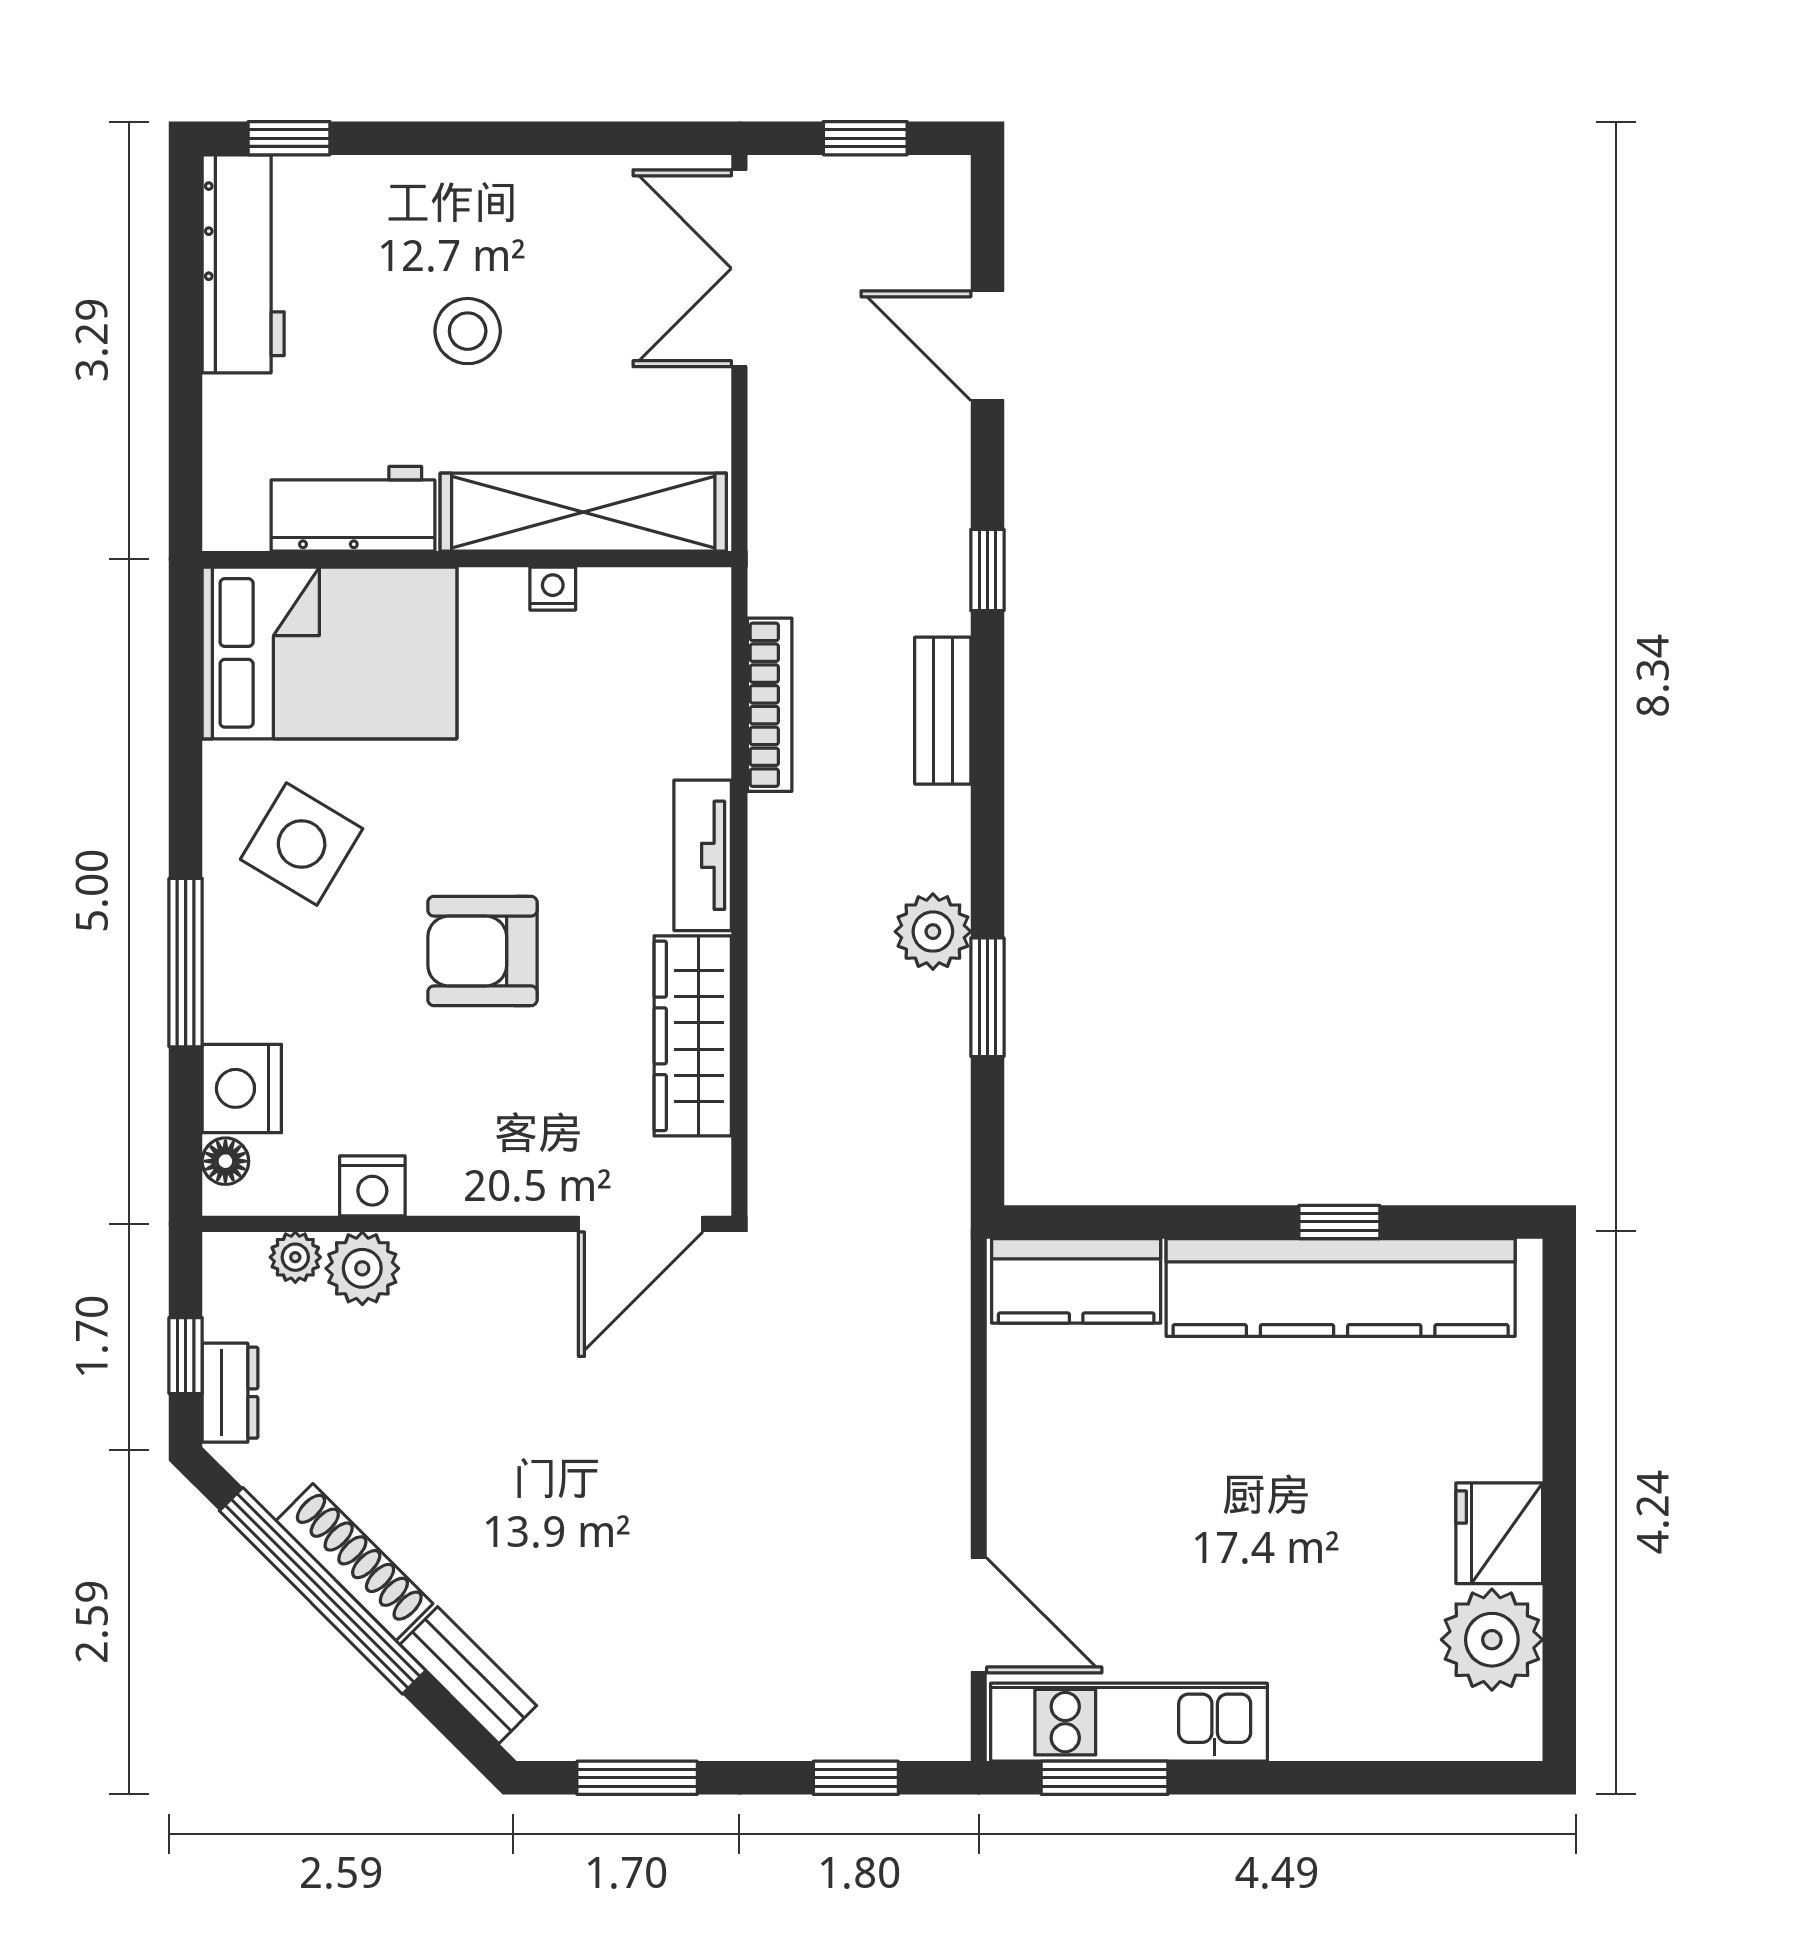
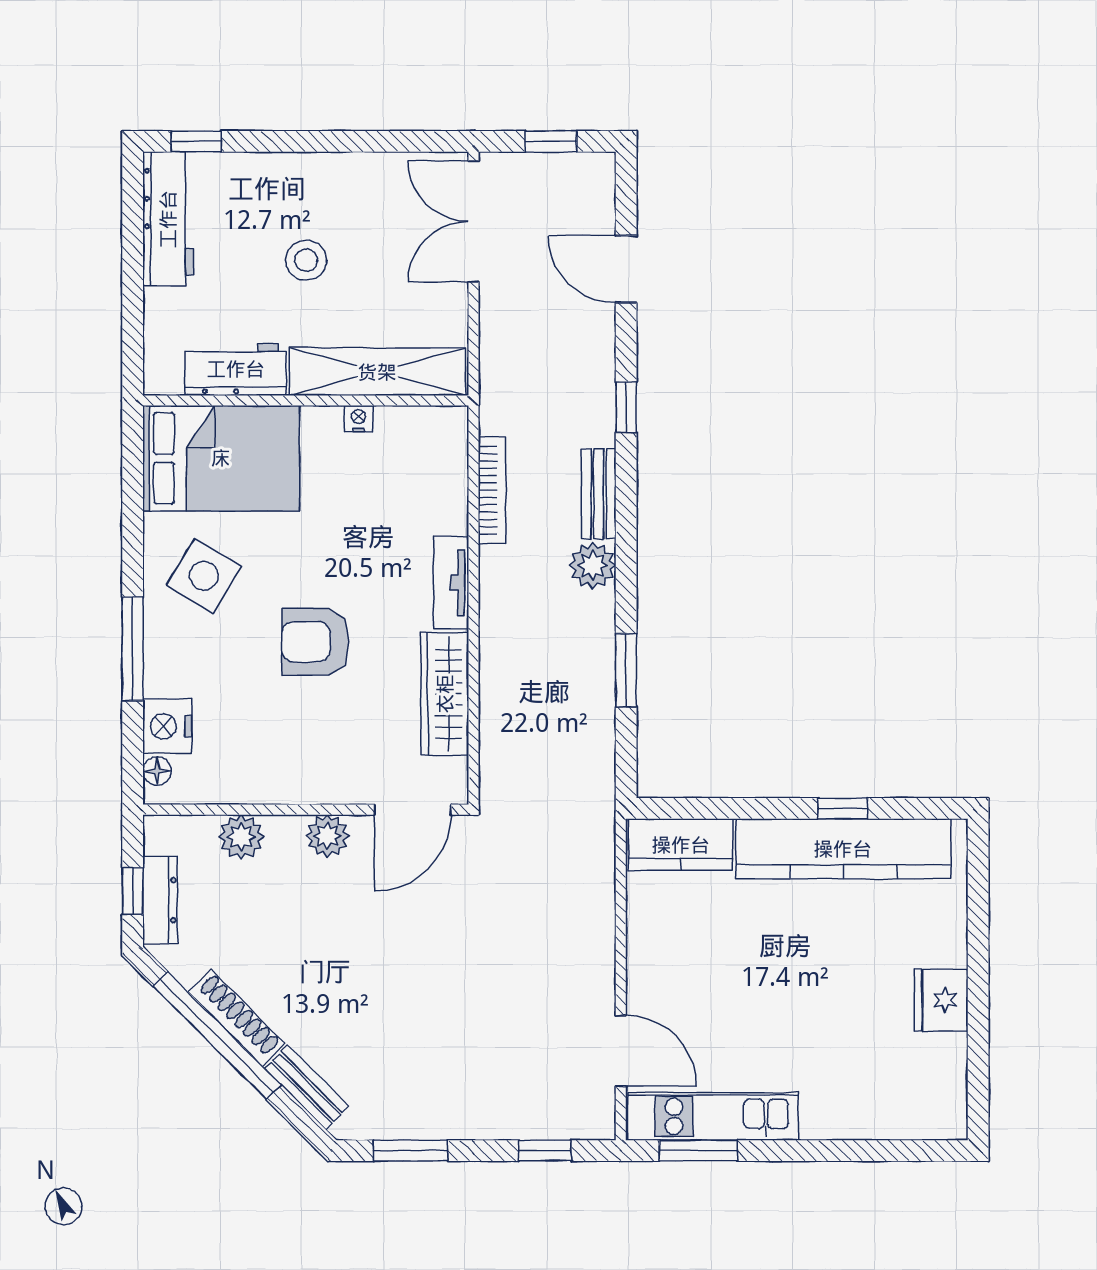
plant: (933, 932) -> (593, 565), moved
nightstand: (372, 1186) -> (248, 786), removed
plant: (295, 1257) -> (328, 836), moved, width x1.38, depth x1.38
dresser: (230, 1393) -> (160, 900), width x1.44
plant: (1492, 1640) -> (937, 1066), removed

